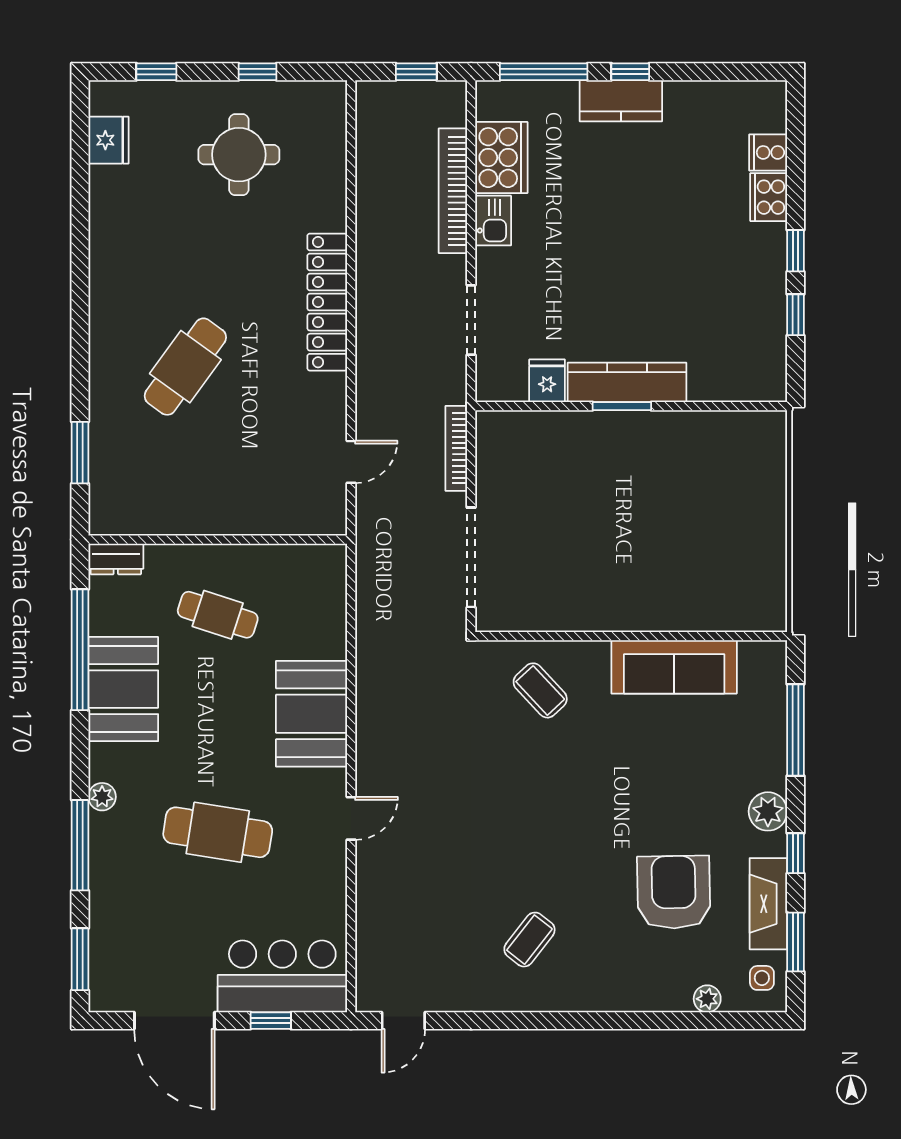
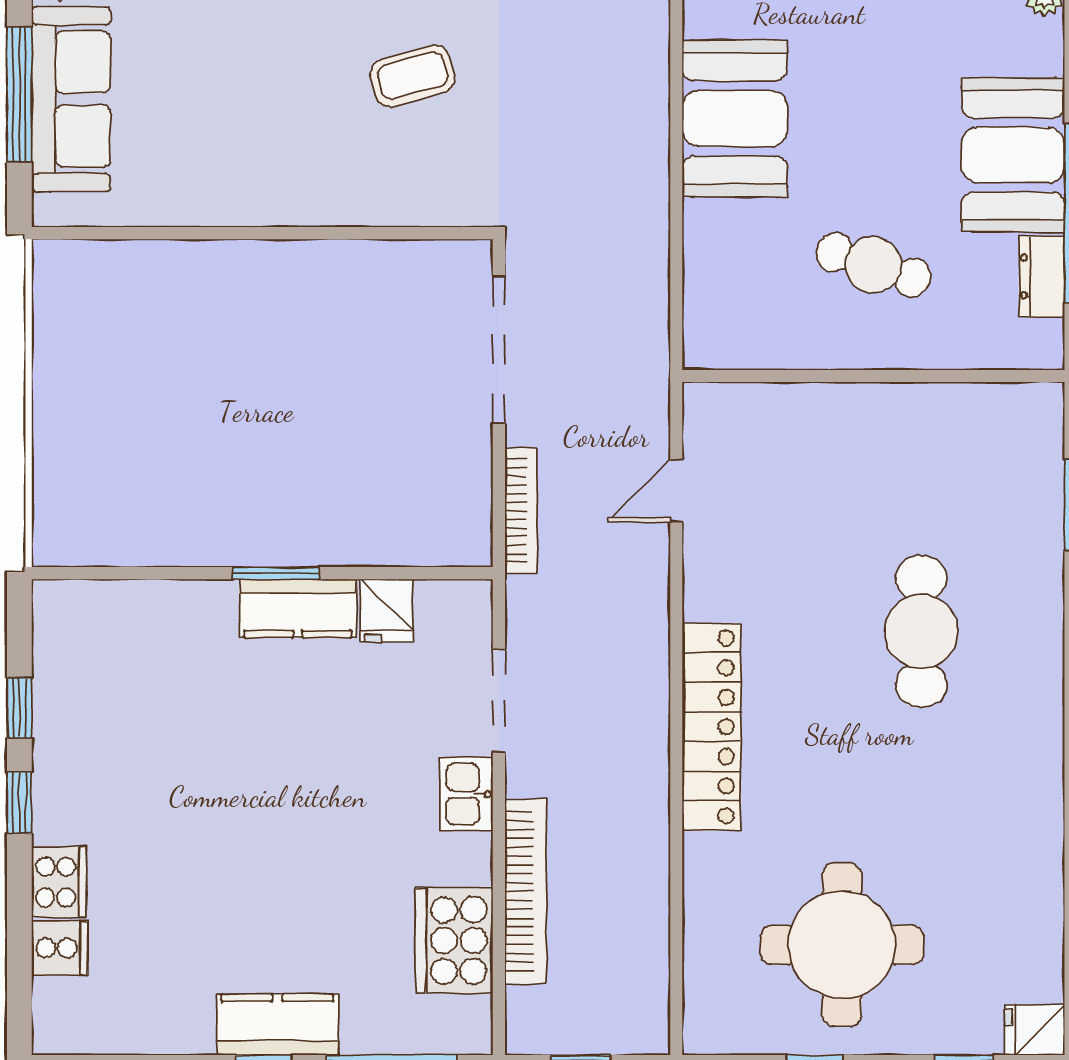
fridge: (109, 140) -> (1035, 1030), moved, width x0.72
round table: (239, 155) -> (842, 945), width x1.36, depth x1.36
kitchen sink: (493, 221) -> (466, 794), moved
cafe table: (185, 367) -> (921, 632), turned -36
kitchen counter: (627, 382) -> (298, 608), width x0.67
dresser: (116, 559) -> (1042, 277), moved, turned -90
sofa: (674, 667) -> (71, 99), moved, turned 90
coffee table: (540, 690) -> (413, 76), moved, turned -62

